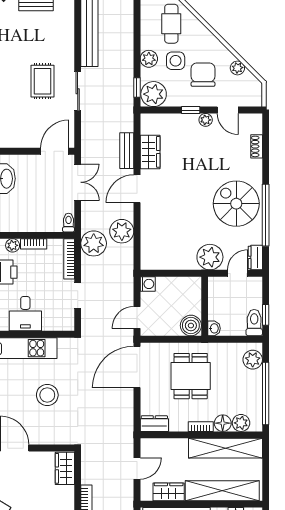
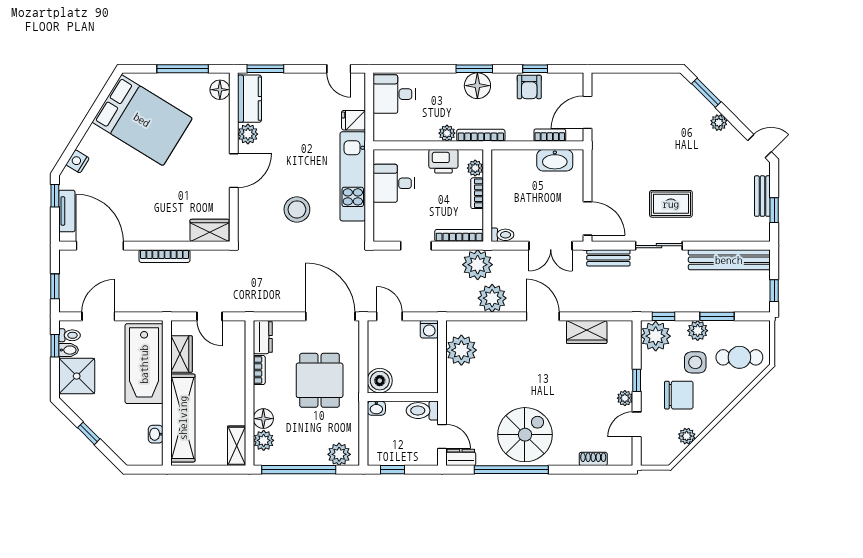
window: (137, 43) -> (717, 316), added
bench: (127, 151) -> (608, 258), moved
plant: (210, 257) -> (461, 350), moved
toilet: (254, 323) -> (422, 411), moved, turned 180
dining table: (191, 376) -> (320, 380), turned 90
bookcase: (201, 427) -> (259, 370), moved
shelving: (226, 448) -> (237, 446), width x0.45, depth x0.75

